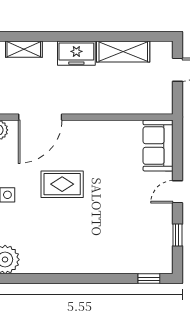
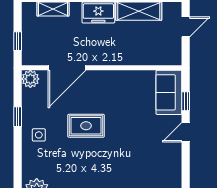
window: (177, 235) -> (186, 101), moved

